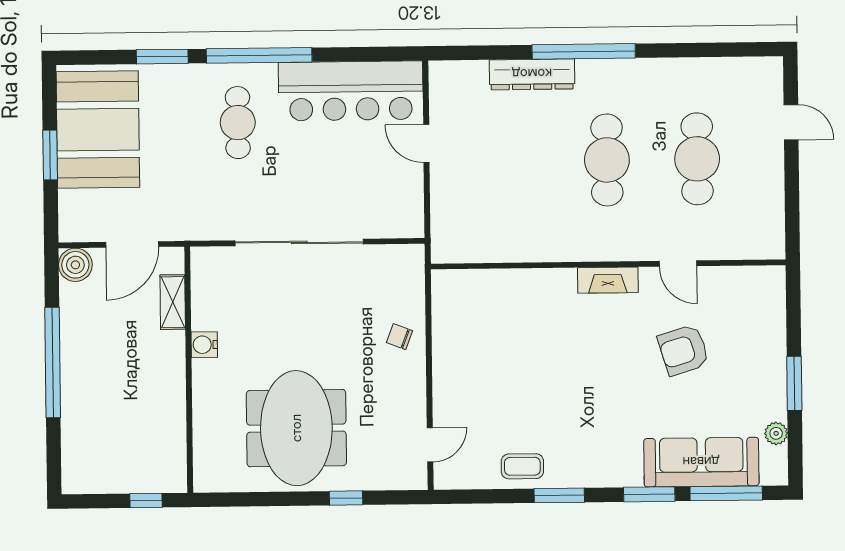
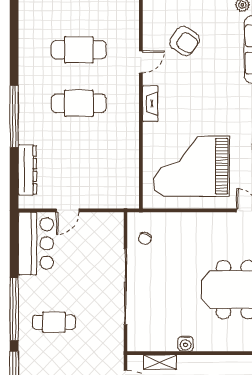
dresser: (532, 74) -> (27, 170), moved
bar counter: (351, 91) -> (36, 243), width x0.73
chair: (400, 337) -> (145, 238), moved
armchair: (683, 350) -> (185, 41), moved, turned -39
grand piano: (503, 351) -> (191, 166), added

